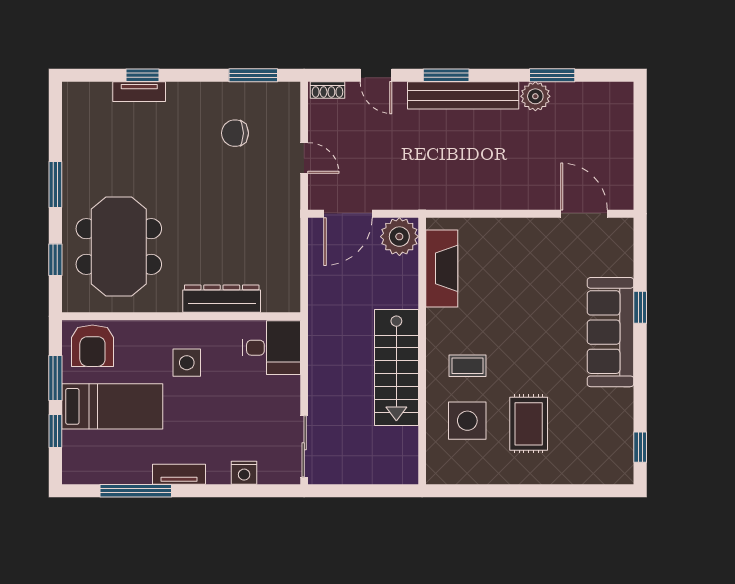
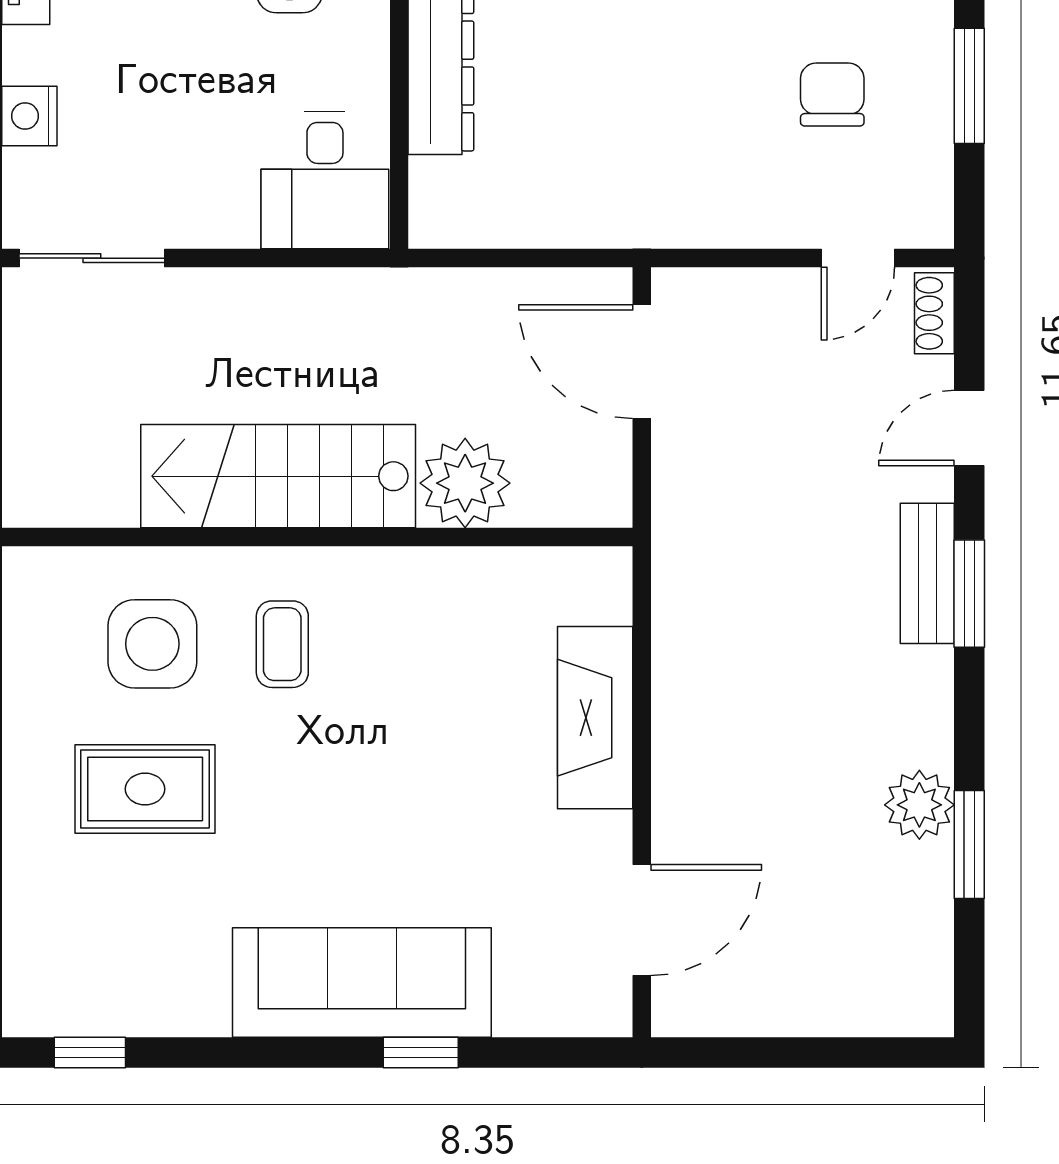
window: (253, 75) -> (969, 86), moved
bench: (463, 95) -> (927, 573), width x0.54, depth x0.82
door: (304, 158) -> (858, 258), moved
plant: (399, 237) -> (465, 483), moved
fireplace: (442, 268) -> (595, 718), moved, turned 90

